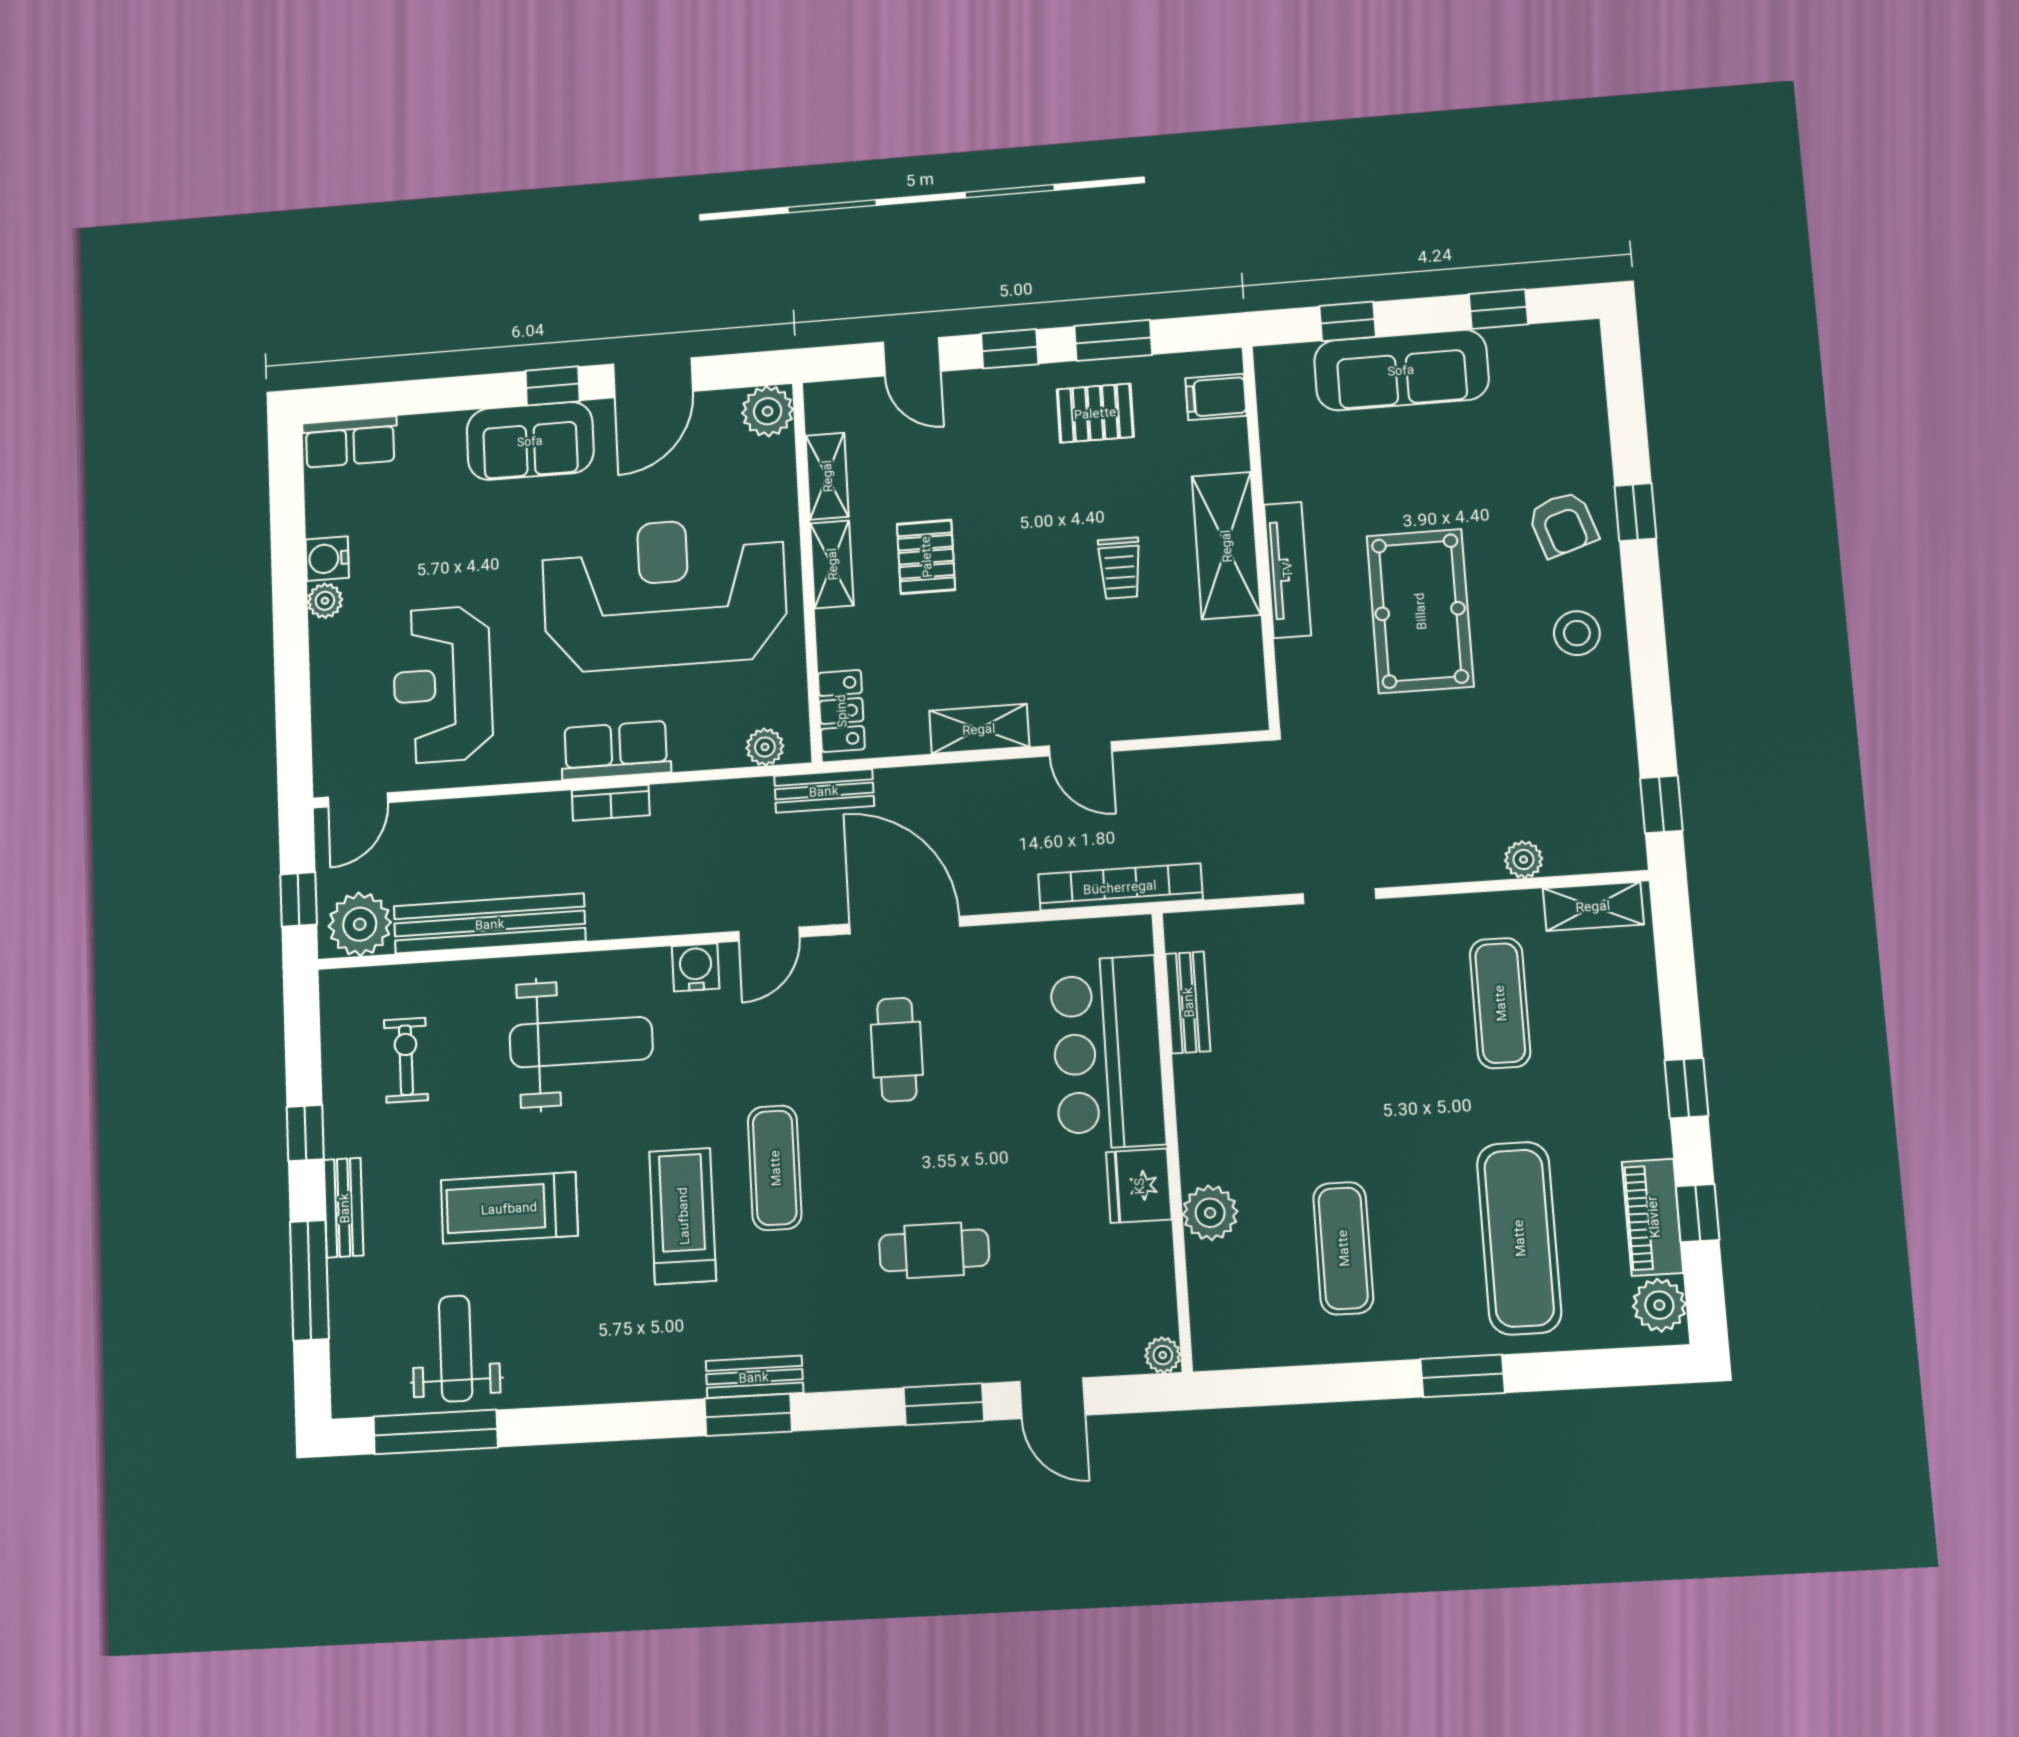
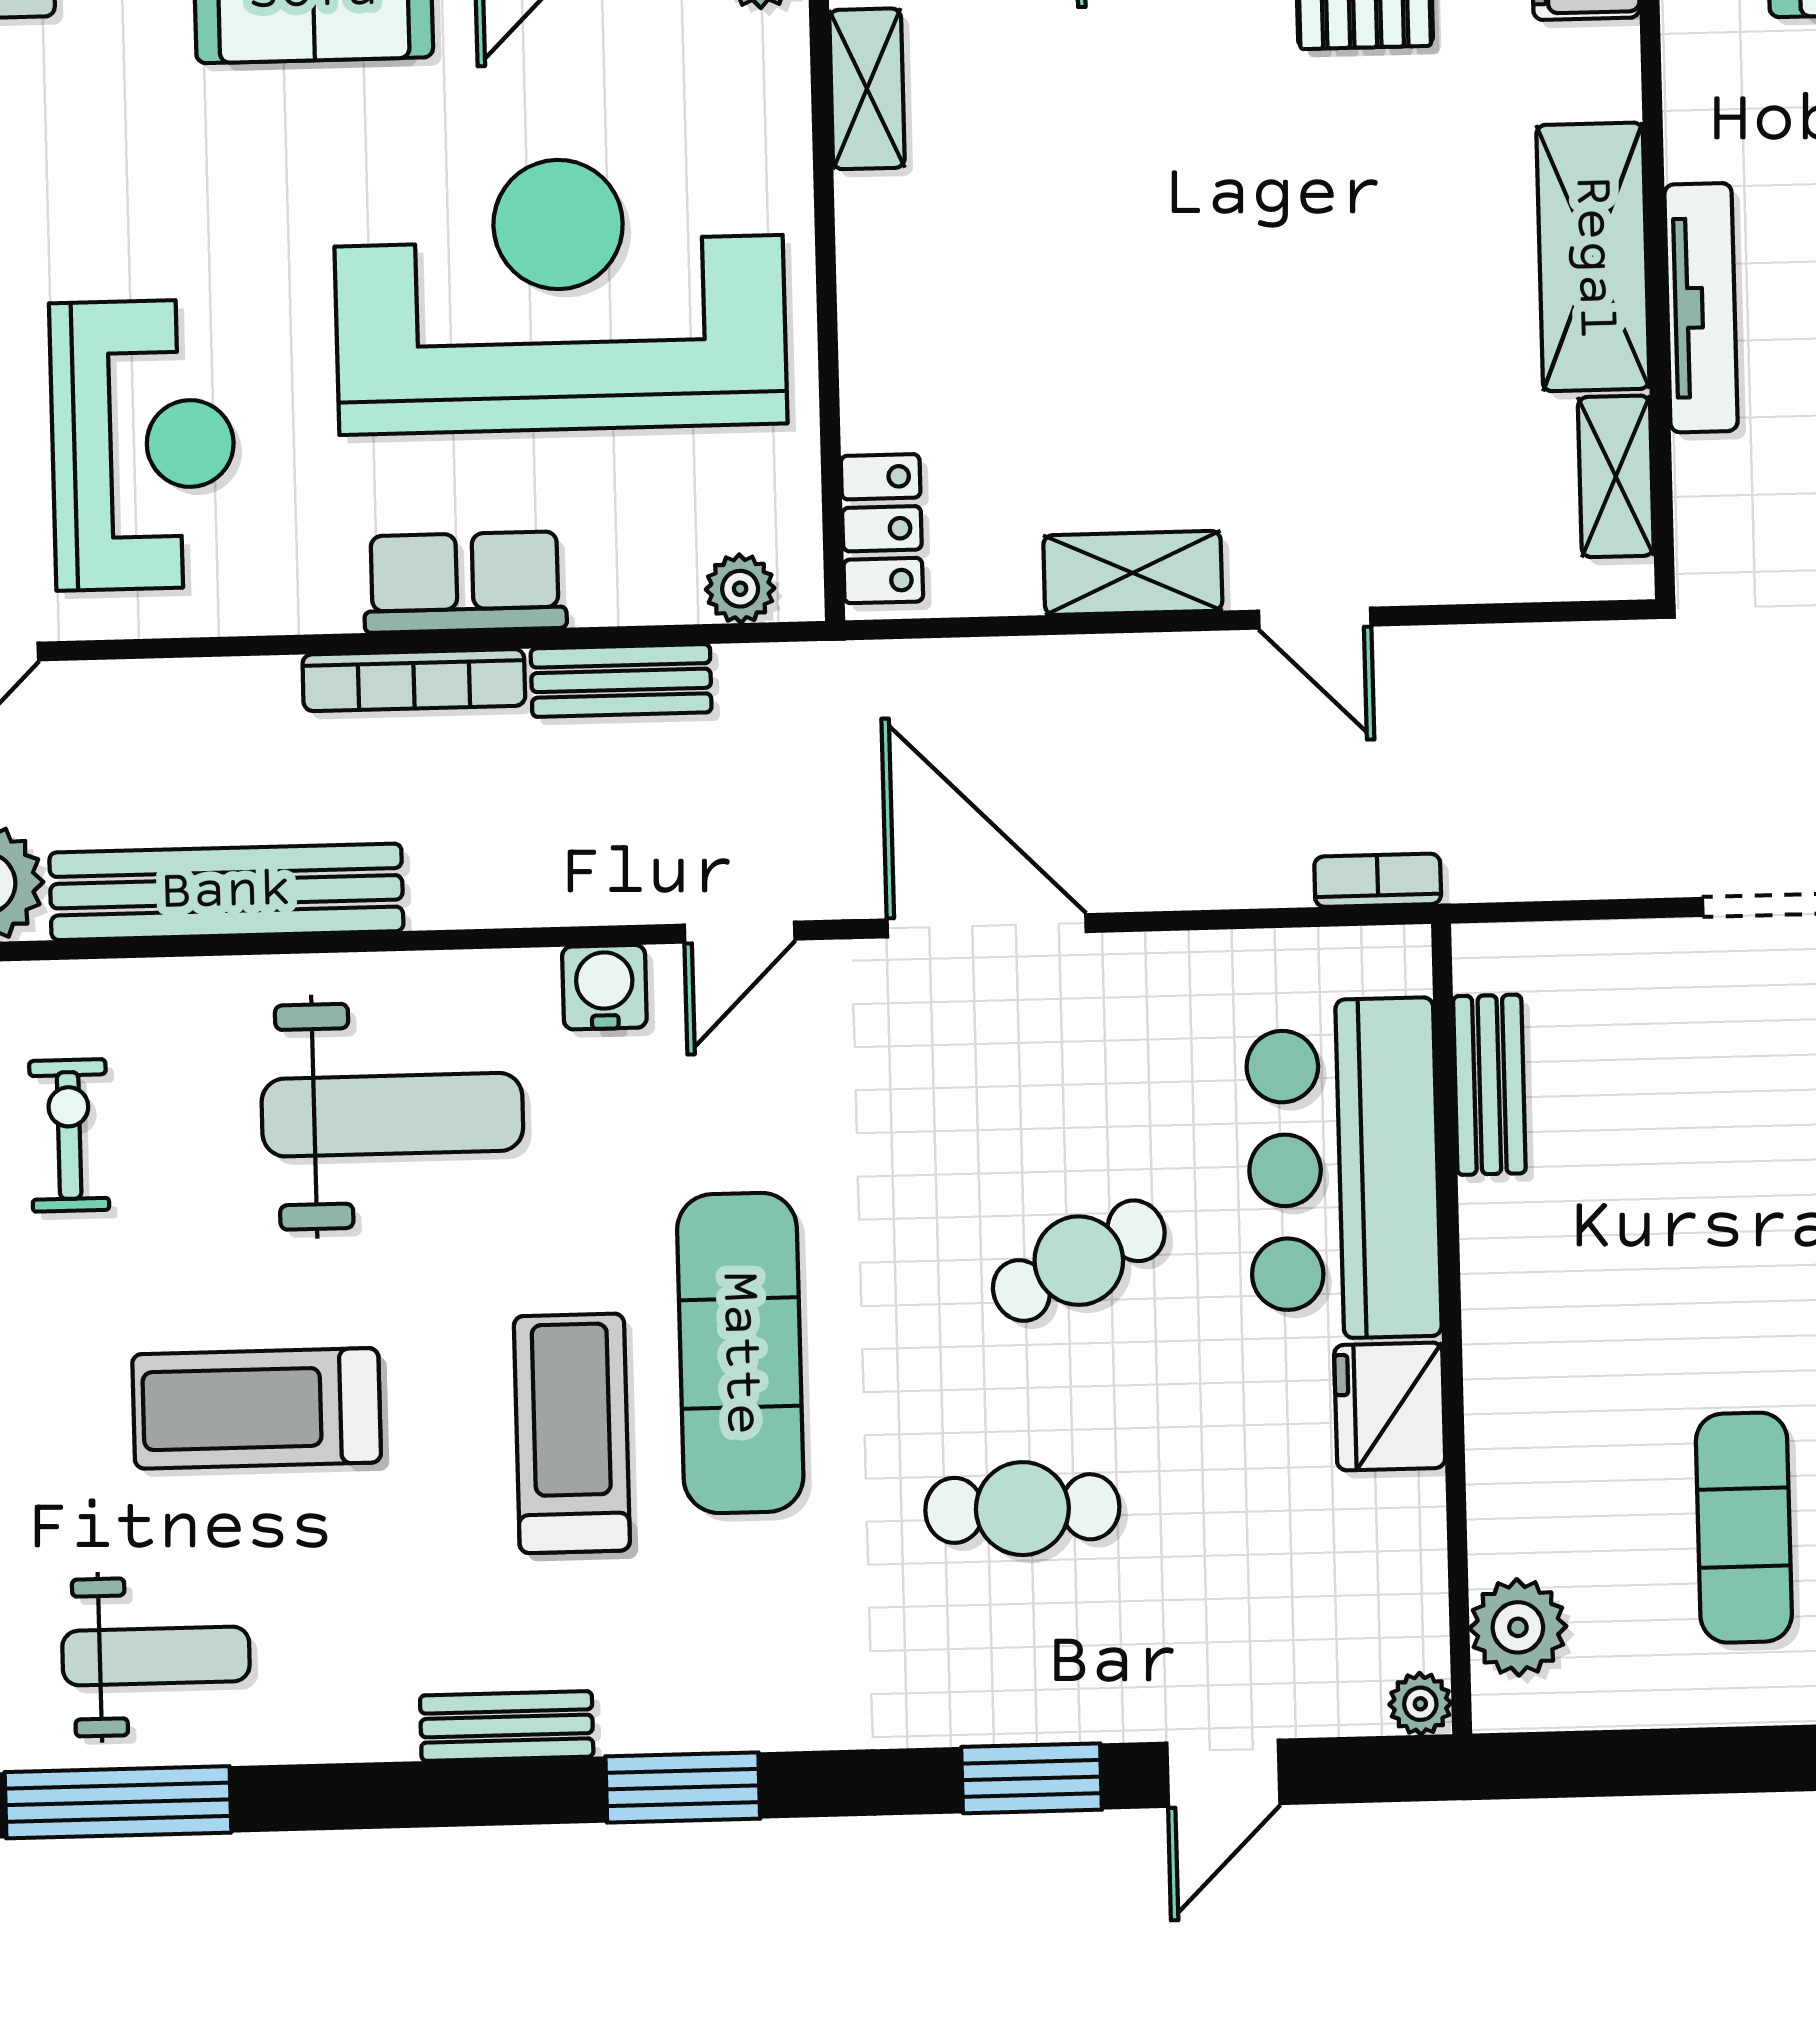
pallet: (926, 557) -> (1045, 250), removed
shelving: (832, 564) -> (1616, 476), moved
trolley: (1120, 568) -> (1398, 289), removed
reception desk: (443, 685) -> (143, 445), turned 180
bench: (824, 791) -> (621, 680), moved
bookcase: (611, 803) -> (414, 680), width x1.56
bookcase: (1120, 887) -> (1378, 880), width x0.43, depth x0.76
cafe table: (897, 1050) -> (1079, 1261), moved, turned 64
exercise mat: (775, 1168) -> (740, 1353), width x1.36, depth x1.45
plant: (1210, 1213) -> (1518, 1627), moved
weight bench: (456, 1349) -> (156, 1656), turned 90
bench: (754, 1377) -> (507, 1726), moved
door: (1052, 1398) -> (1223, 1773), hinge flipped

